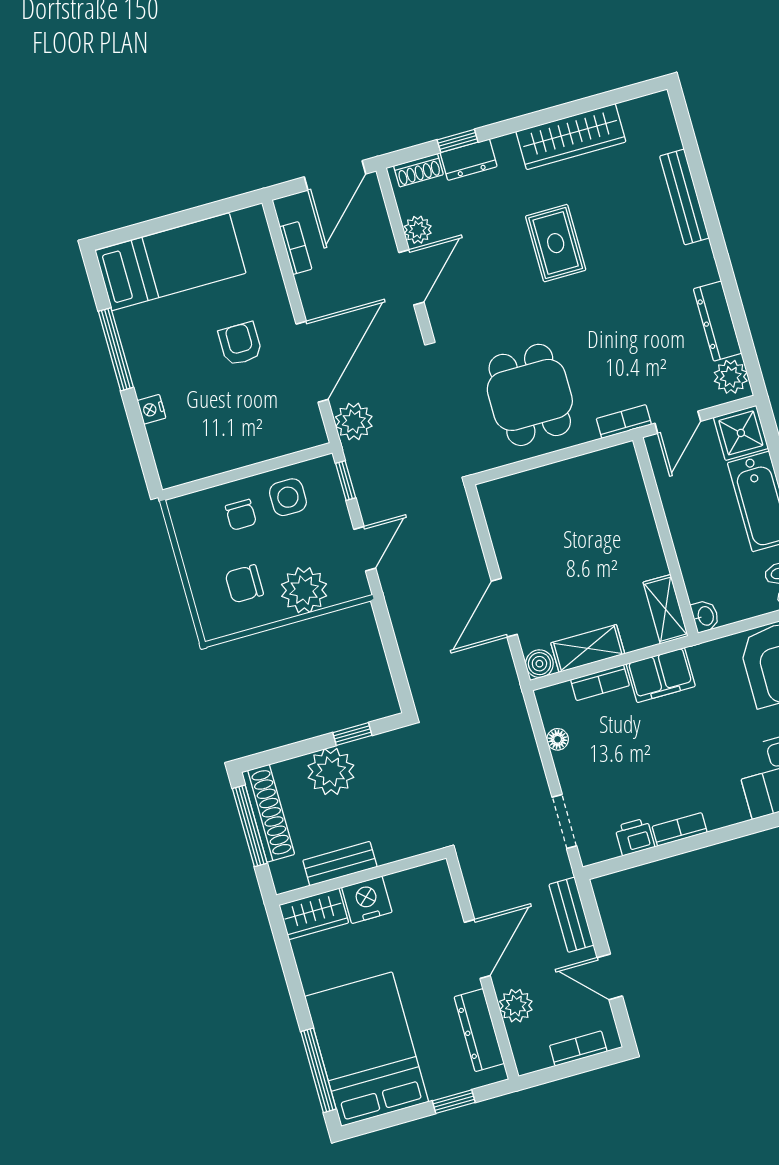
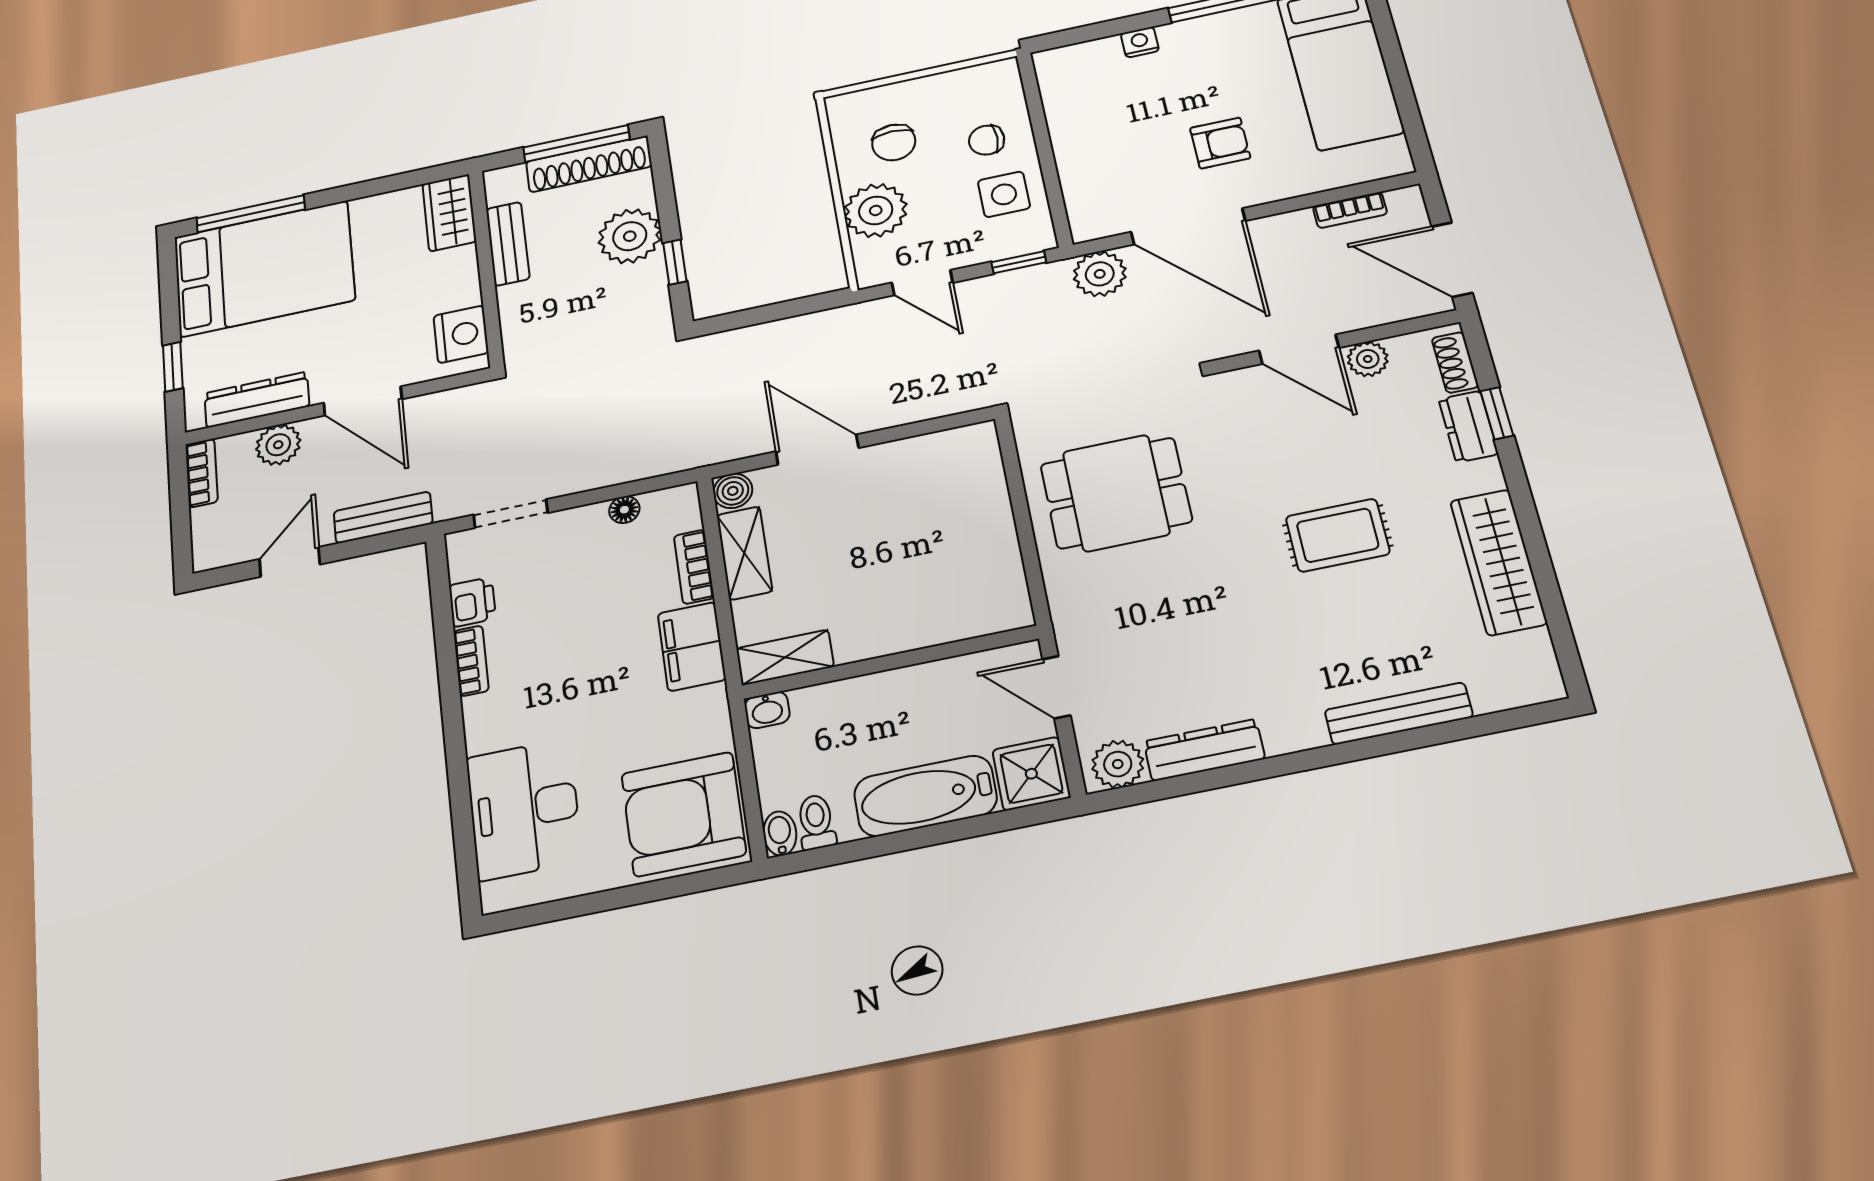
bookcase: (624, 422) -> (1065, 615), removed
chair: (244, 584) -> (894, 142), turned 180
nightstand: (367, 900) -> (461, 334), moved
bookcase: (578, 1049) -> (202, 473), moved

